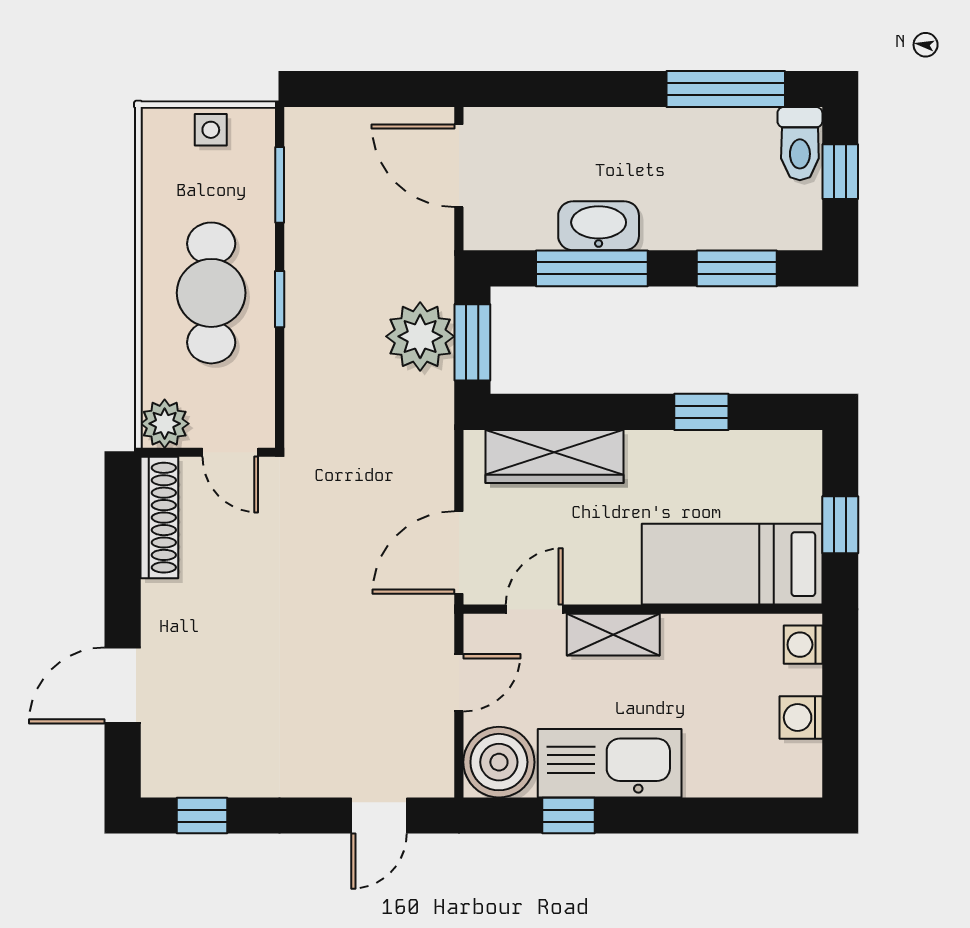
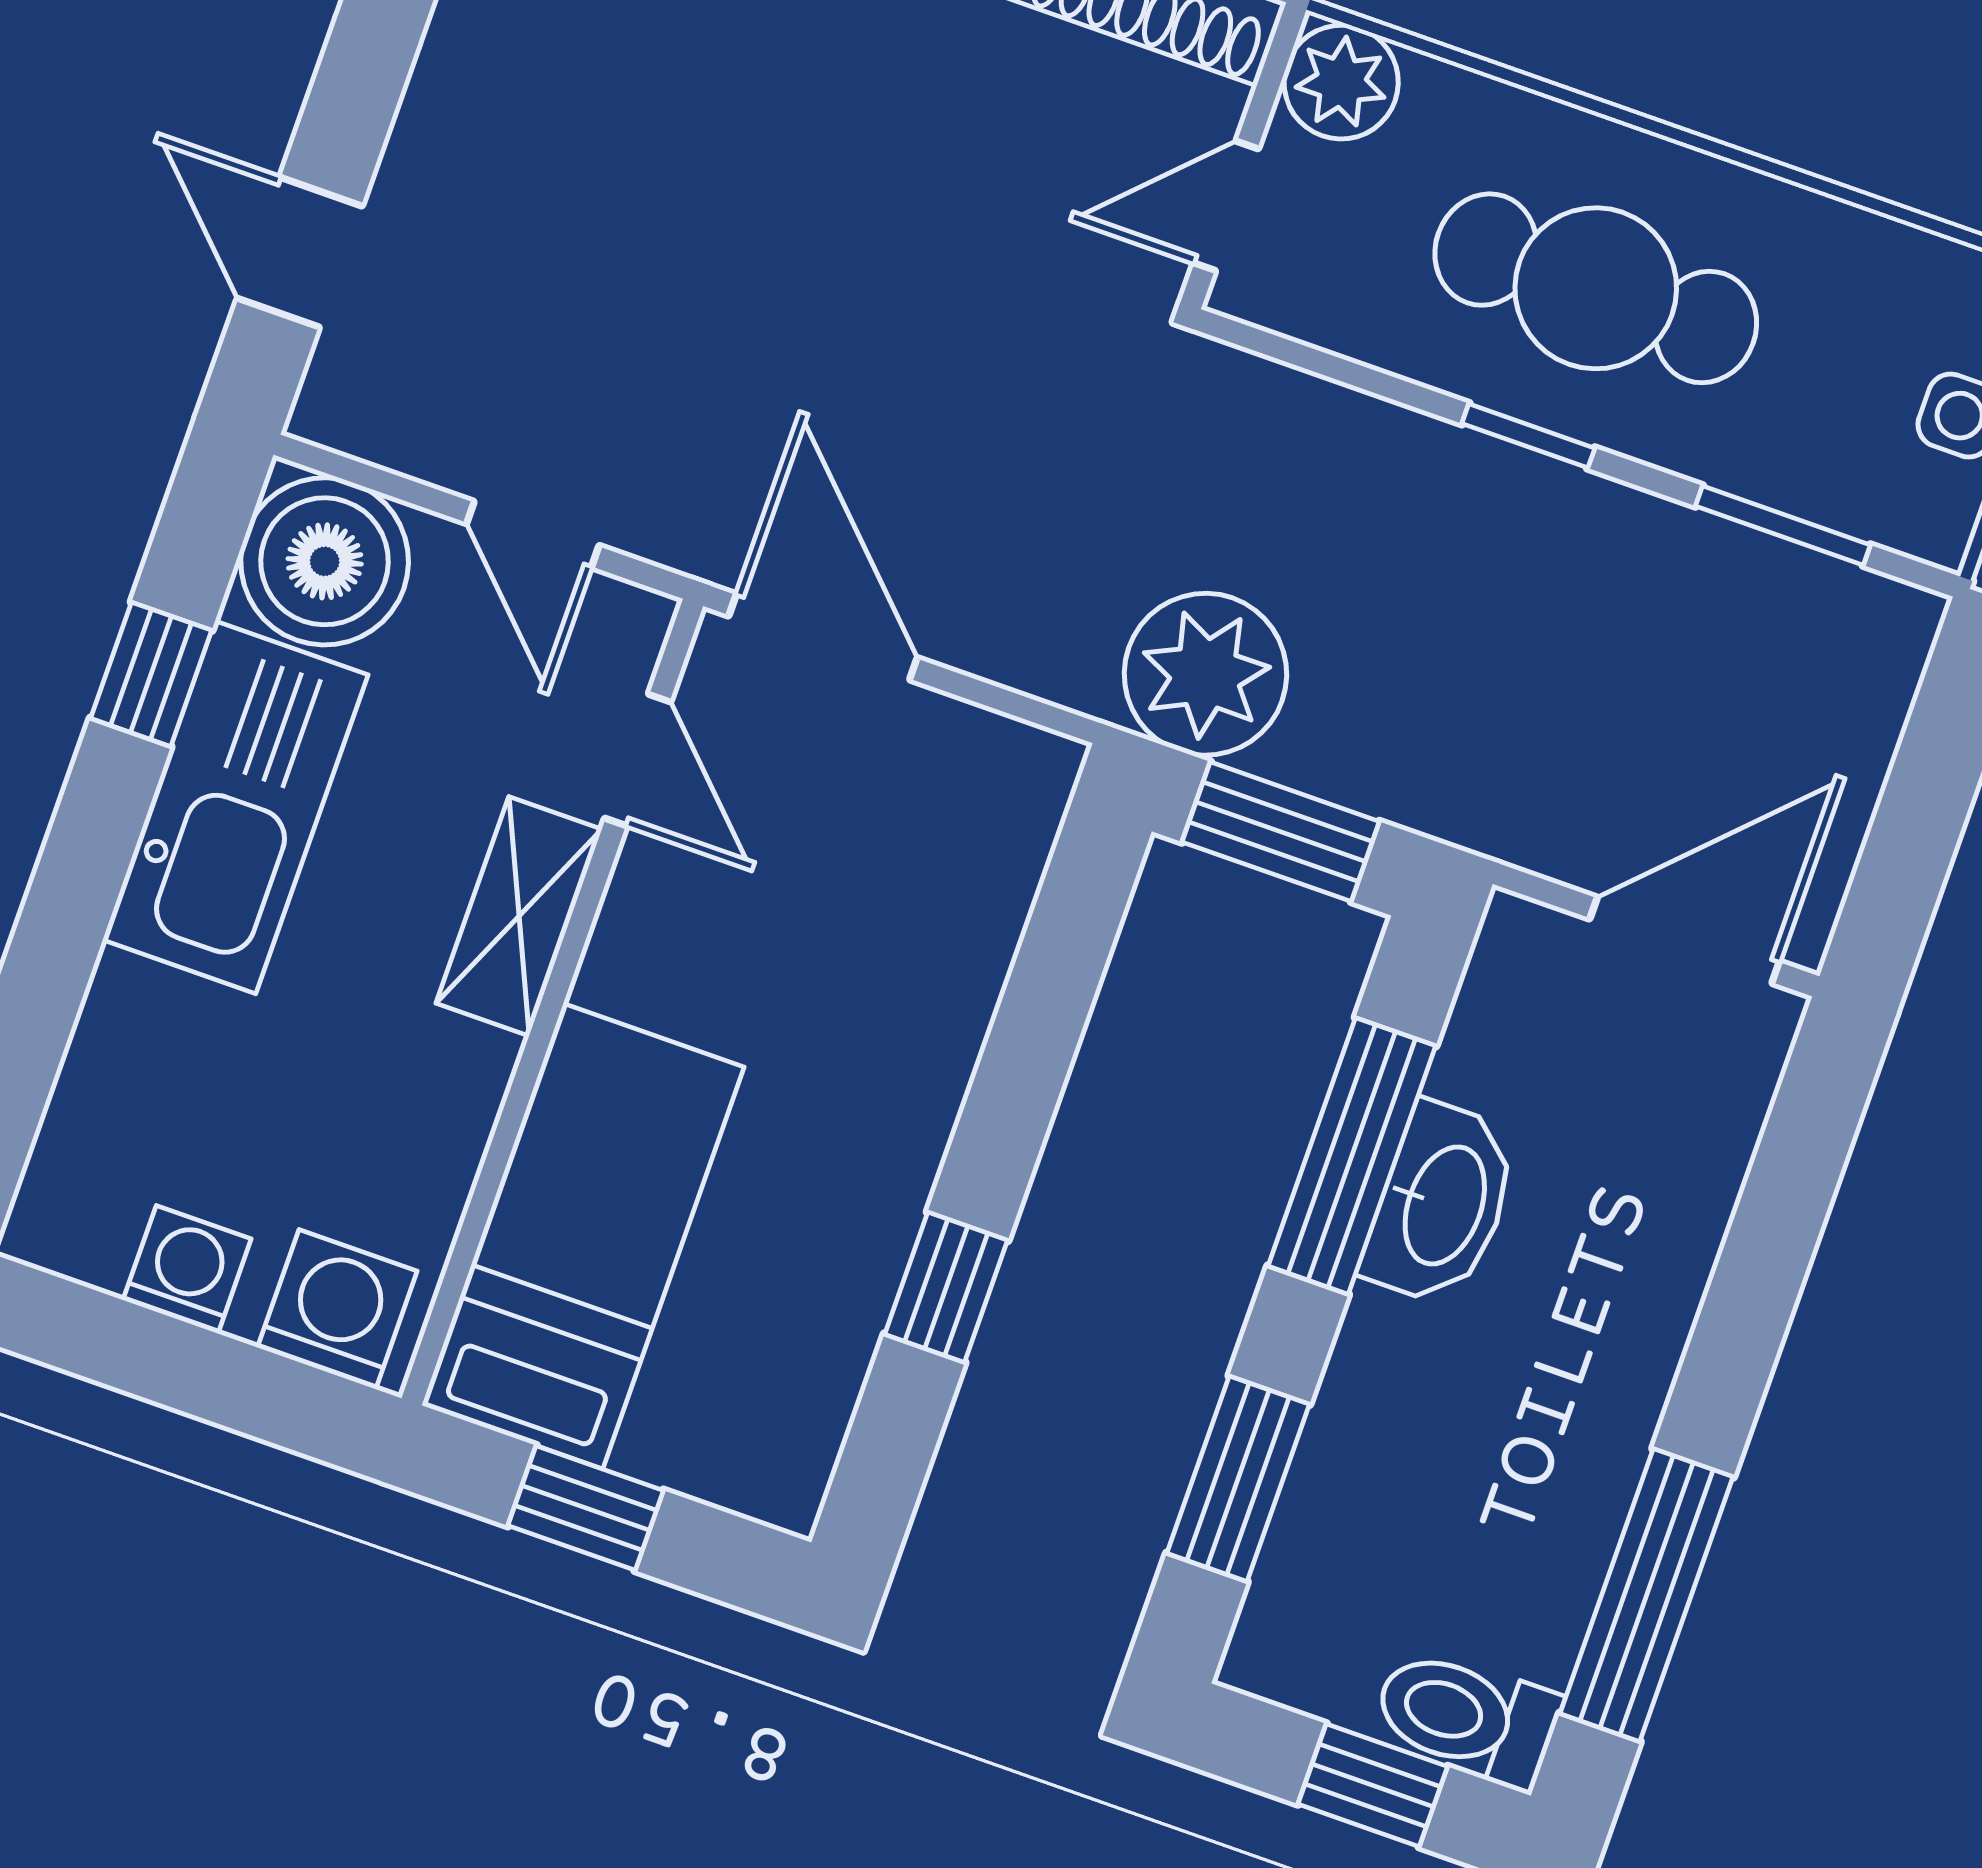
plant: (420, 336) -> (1205, 674), moved
wardrobe: (555, 456) -> (962, 925), removed
washing machine: (803, 645) -> (337, 1309), width x1.38, depth x1.38

